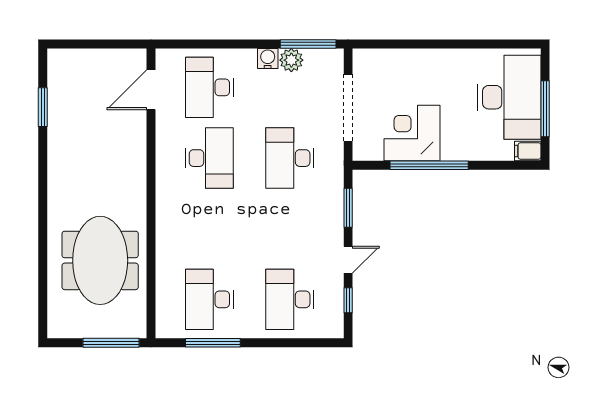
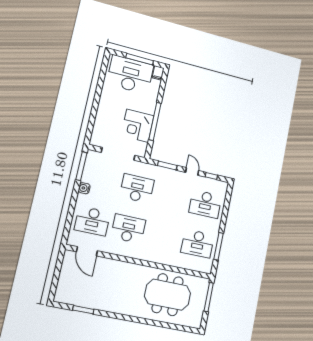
plant: (291, 60) -> (88, 176), removed
desk: (290, 158) -> (137, 188), turned 180

